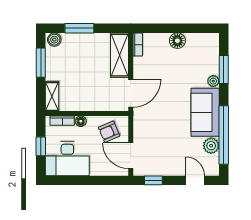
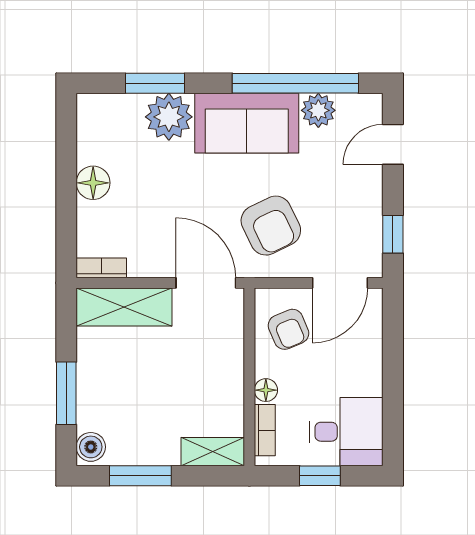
plant: (213, 81) -> (169, 117), width x1.88, depth x1.88
armchair: (157, 124) -> (271, 226), added
desk: (67, 159) -> (346, 432), width x0.73

